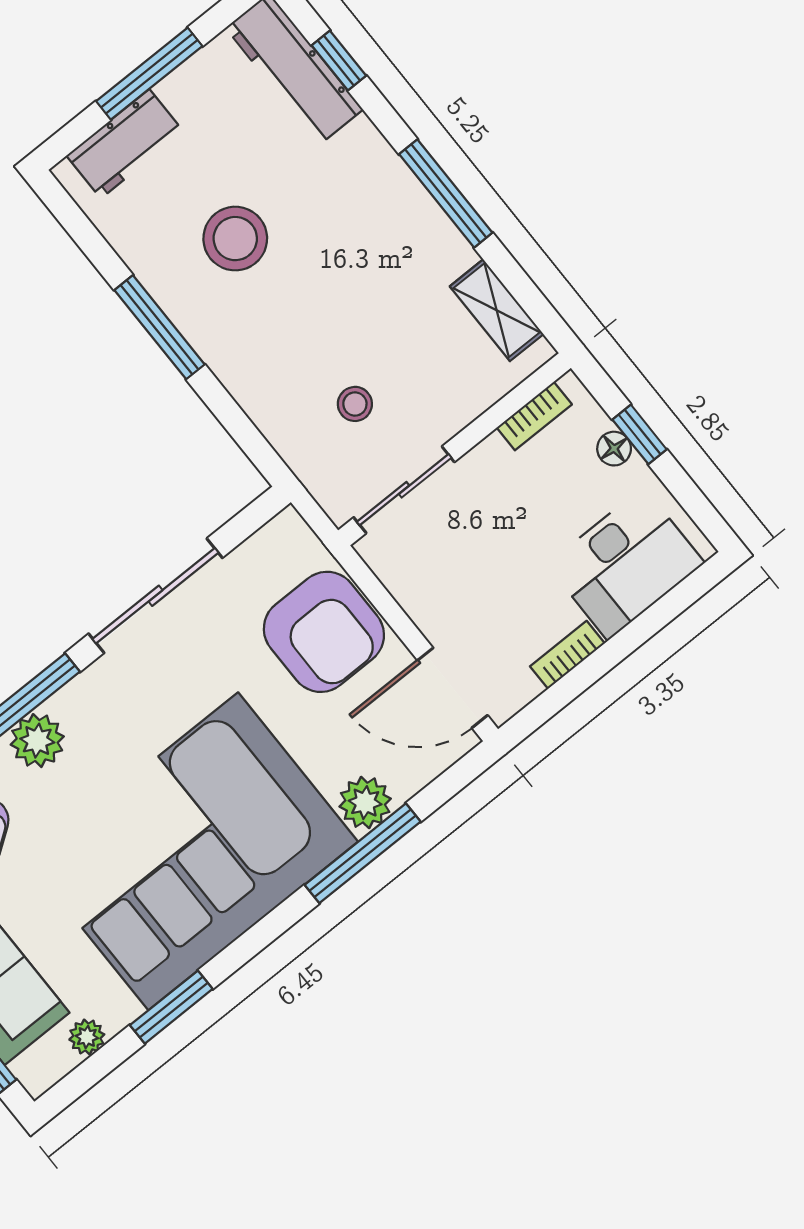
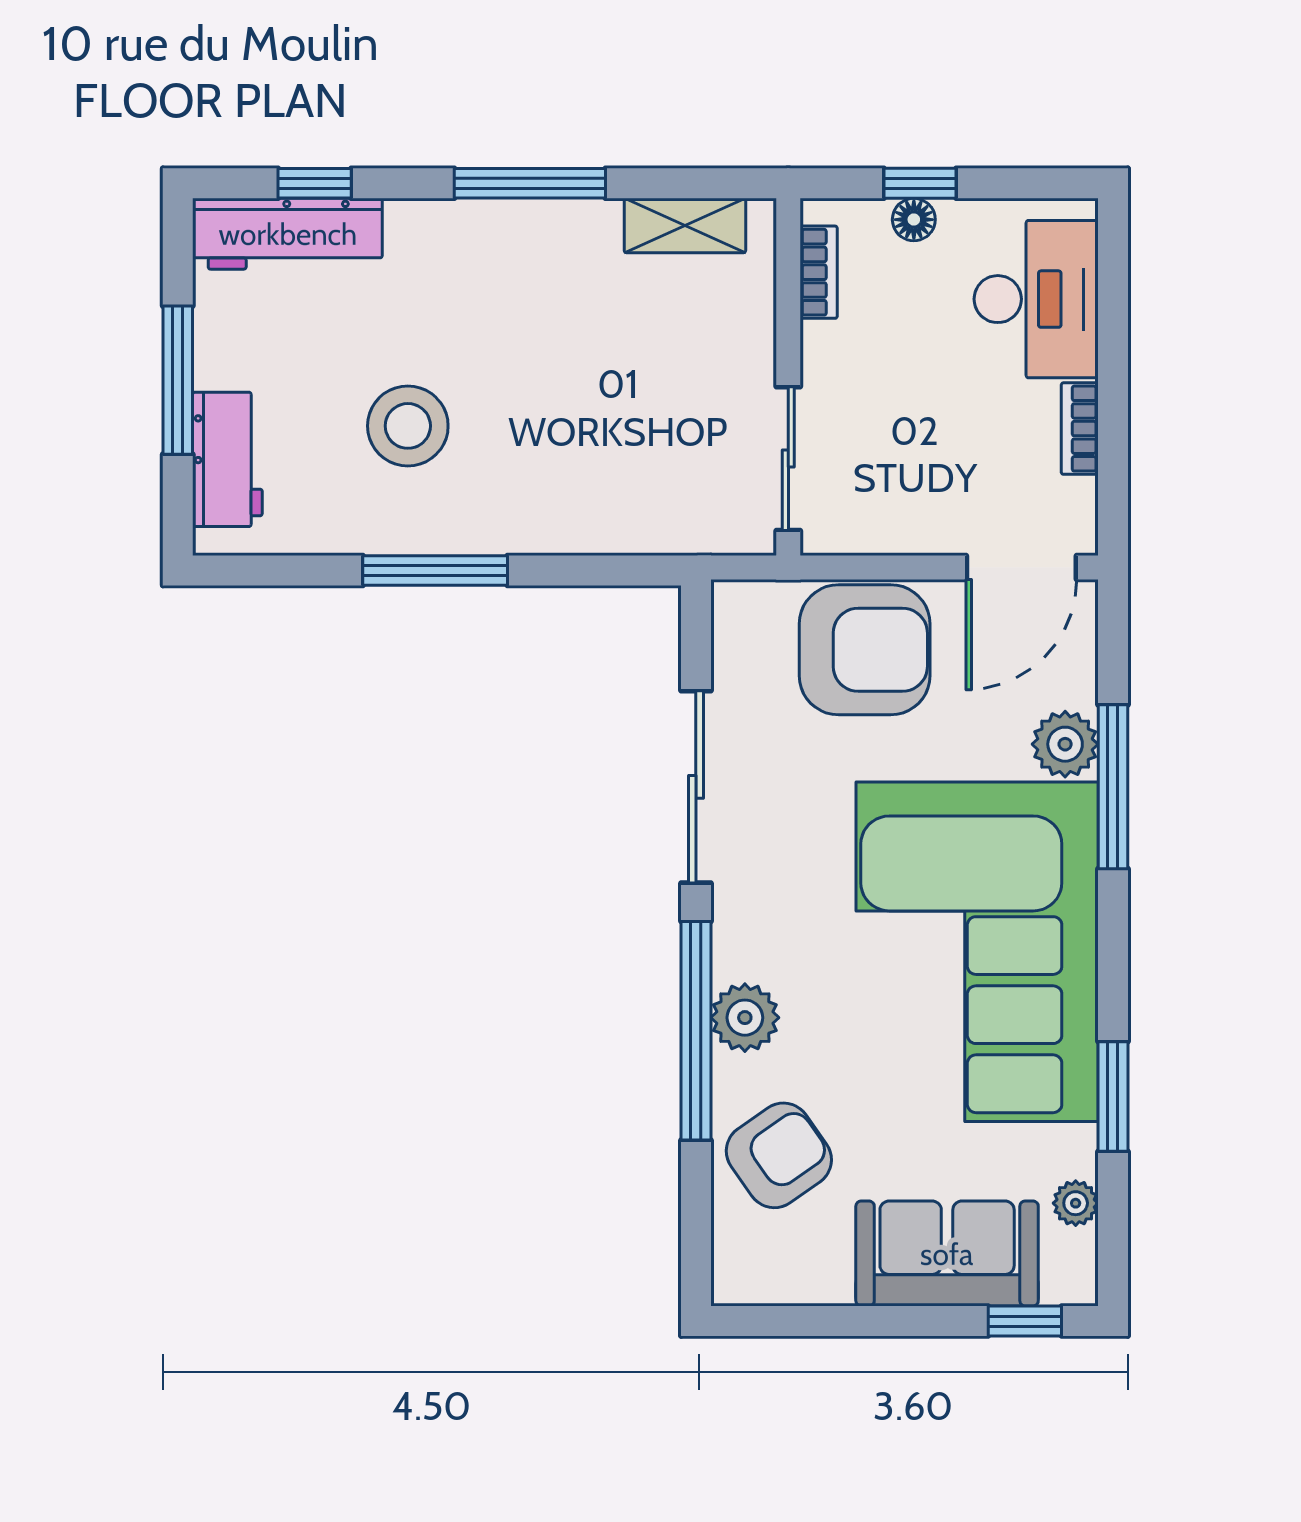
stool: (355, 404) -> (665, 439), removed

